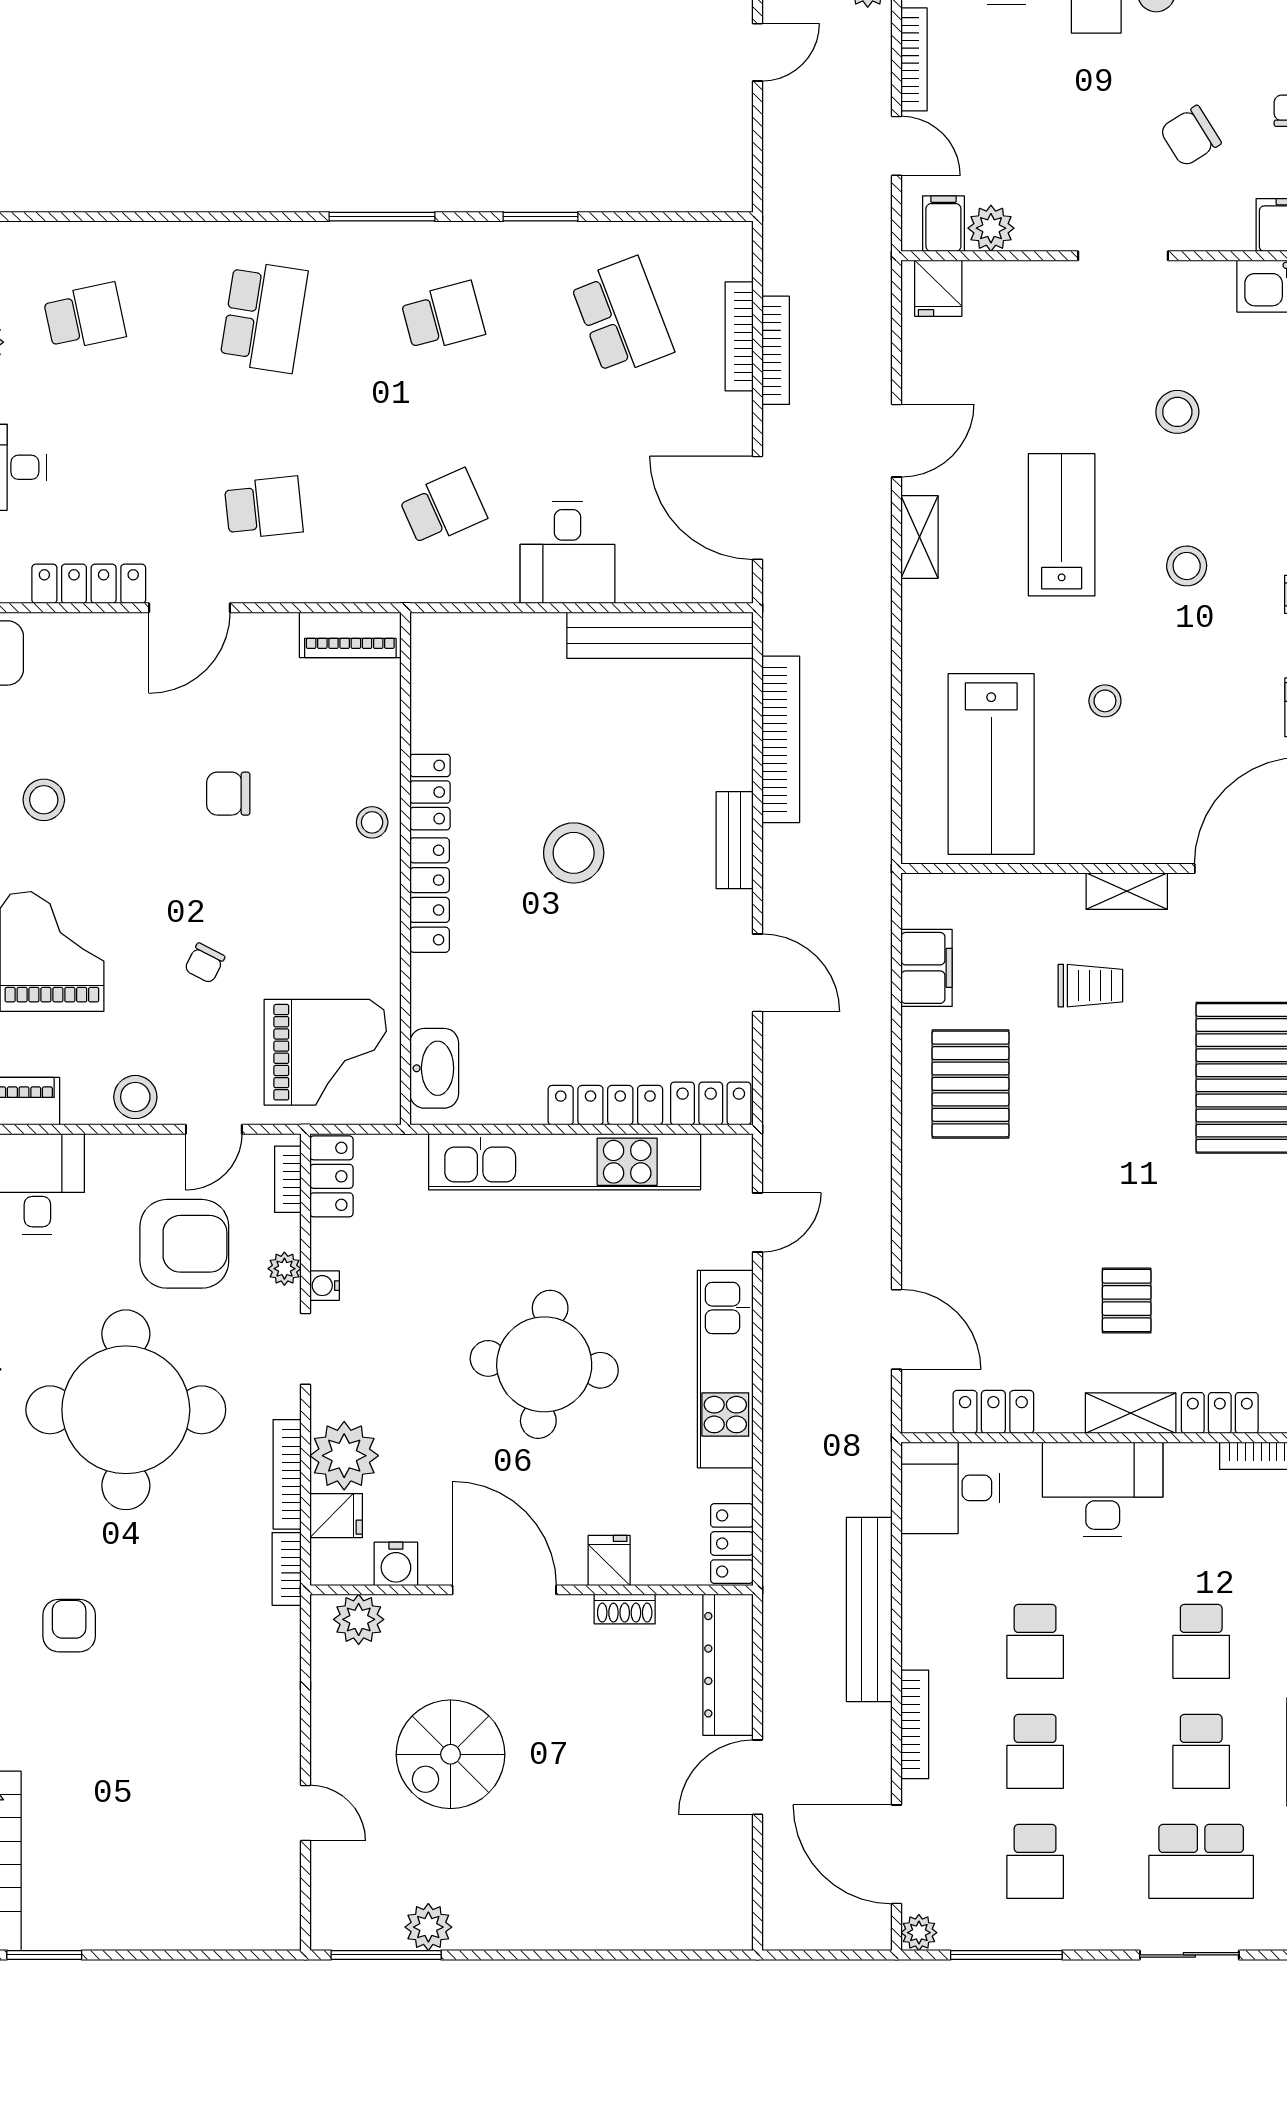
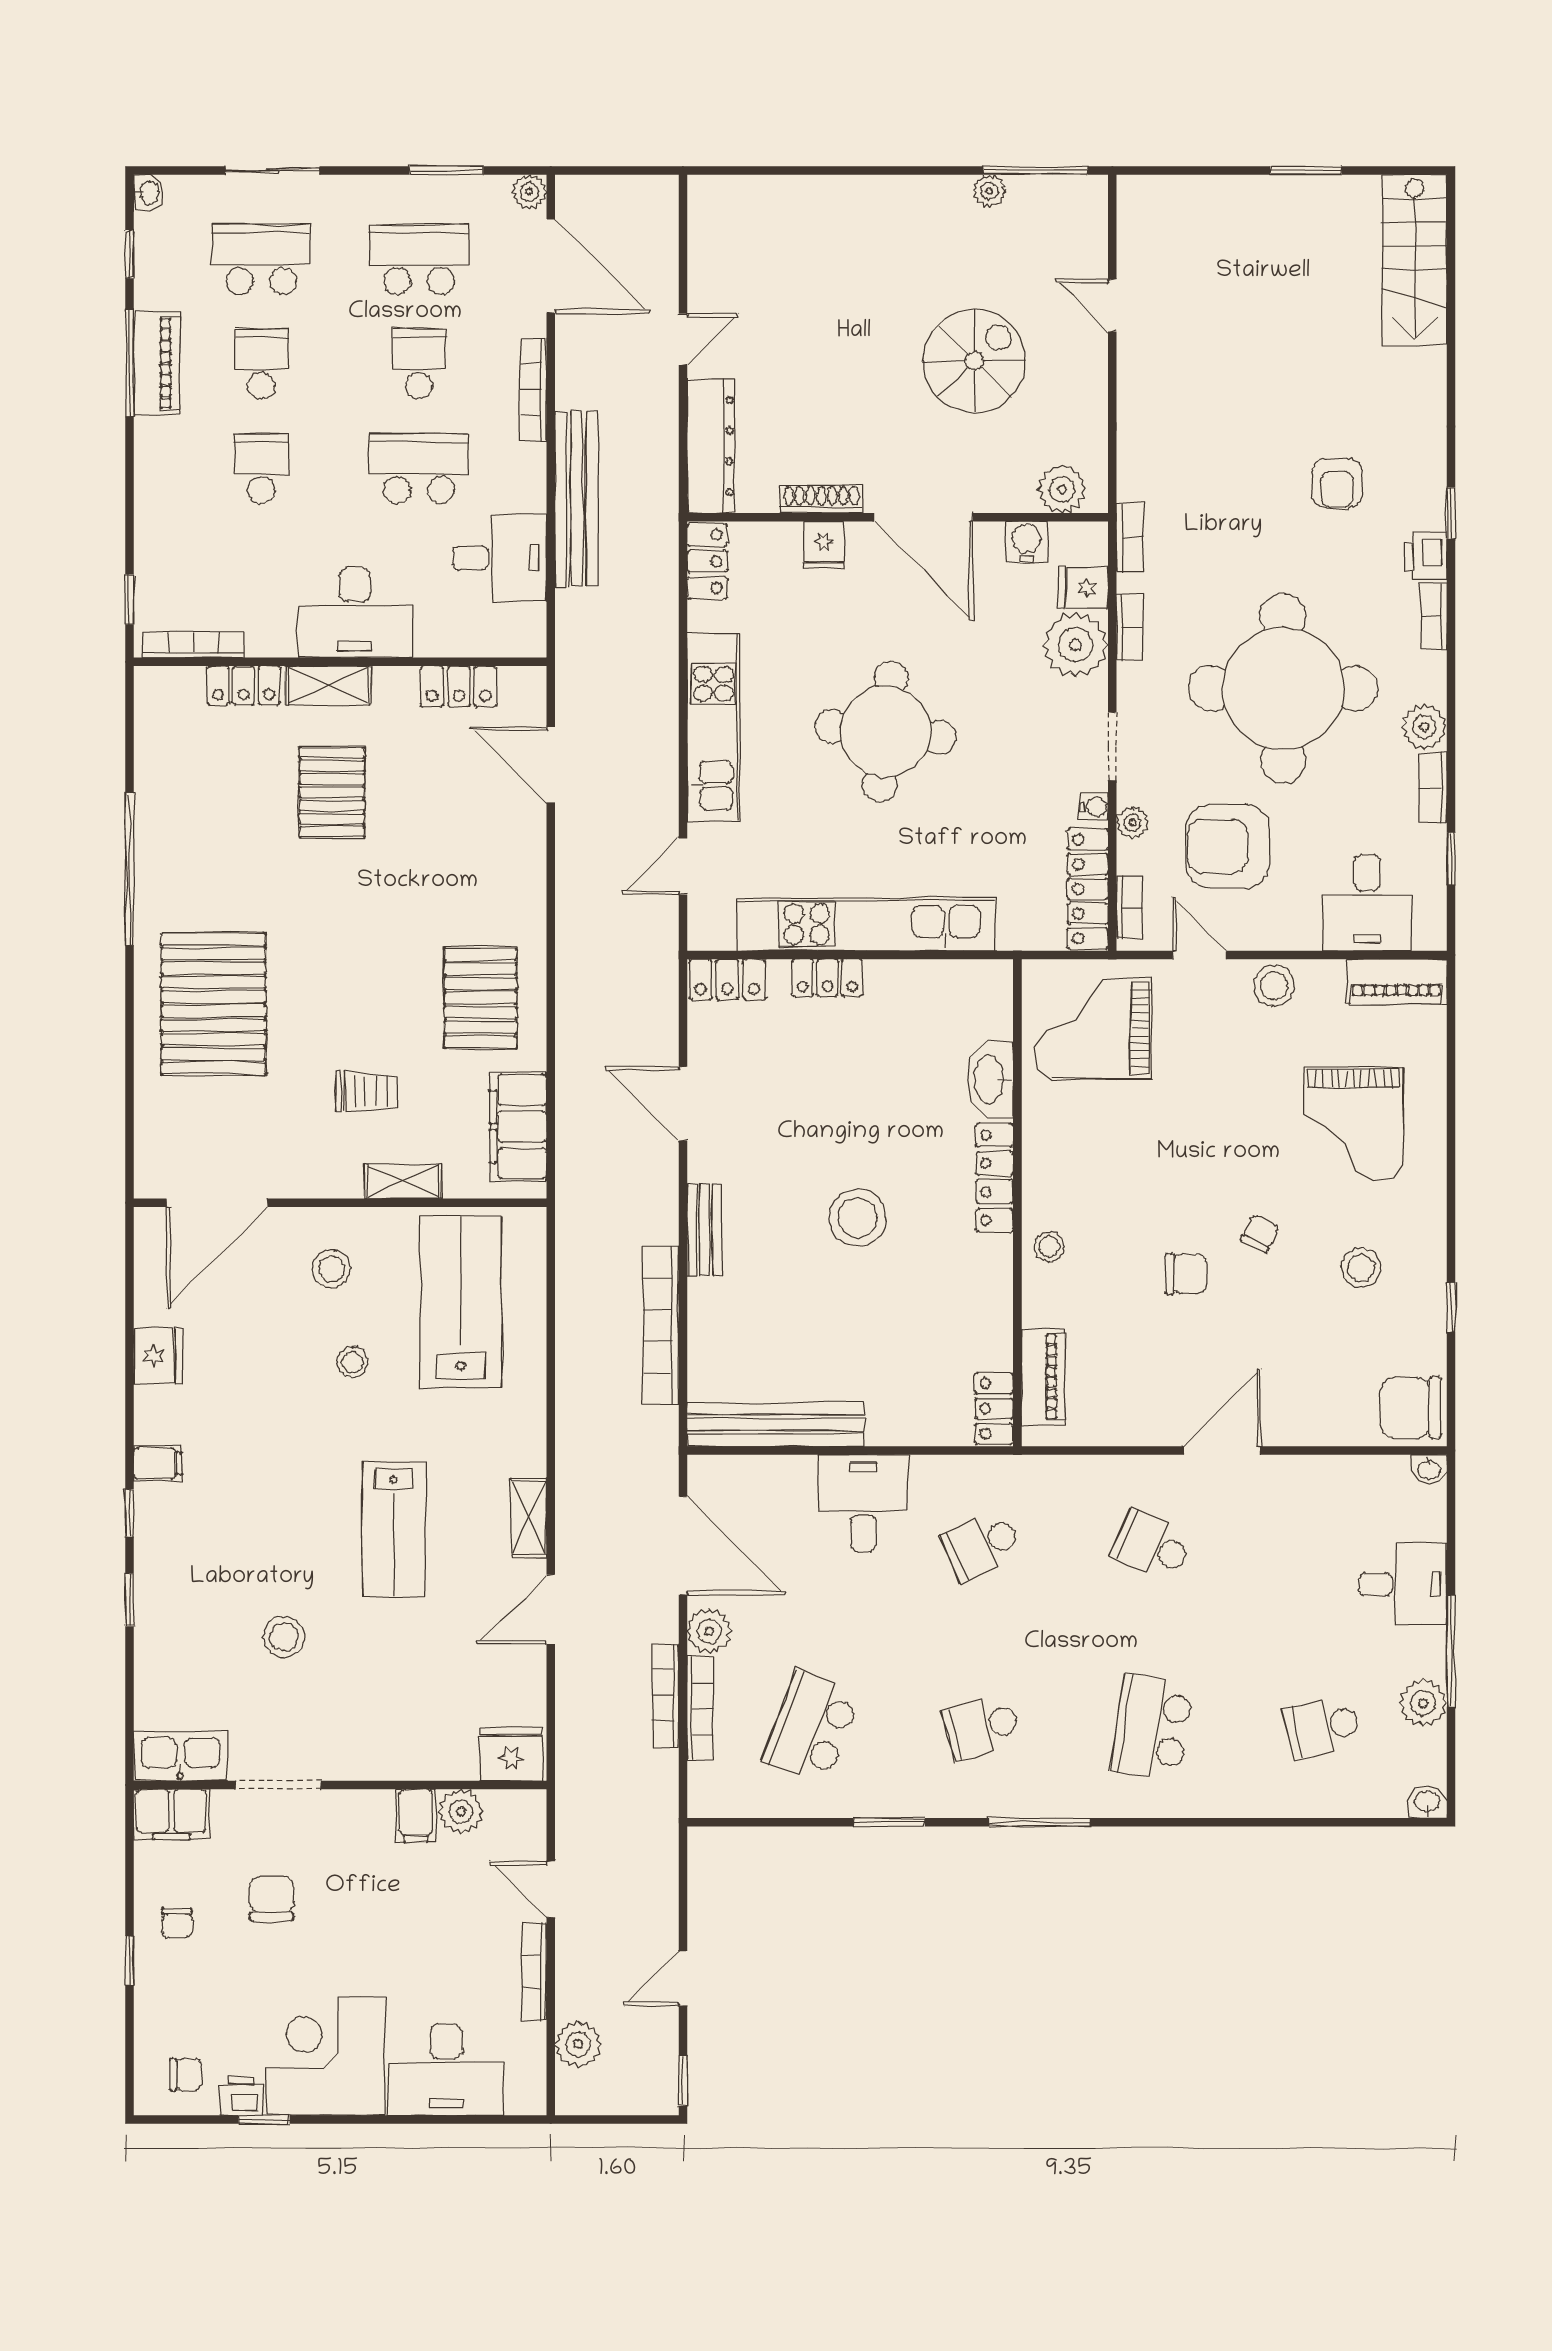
chair: (1190, 136) -> (272, 1899), turned -58
filing cabinet: (943, 224) -> (416, 1816), moved
doorway: (1123, 256) -> (278, 1785), moved
fridge: (938, 288) -> (511, 1754), width x1.38
school desk: (622, 317) -> (812, 1727), turned 42
plant: (730, 418) -> (709, 1631), added
school desk: (264, 508) -> (1152, 1546), turned 30
stool: (1187, 566) -> (332, 1269), moved
locker: (89, 584) -> (1318, 1473), removed
piano: (350, 635) -> (1043, 1377), moved, turned 90
locker: (430, 792) -> (994, 1409), moved
shelving: (1127, 891) -> (403, 1181), moved
chair: (205, 963) -> (1260, 1234), moved
filing cabinet: (927, 968) -> (518, 1127), width x1.50, depth x1.17
trolley: (1090, 986) -> (366, 1092), turned 180
washbasin: (434, 1068) -> (990, 1080), moved
locker: (605, 1105) -> (827, 978), width x0.66
door: (214, 1129) -> (1199, 955), hinge flipped
locker: (331, 1176) -> (1088, 889), width x1.53
pallet: (1127, 1301) -> (332, 792), width x1.50, depth x1.42
bookcase: (287, 1474) -> (1130, 627), width x0.64
desk: (950, 1488) -> (500, 558), moved
shoe rack: (625, 1609) -> (821, 499), width x1.43
school desk: (1035, 1641) -> (419, 468), width x1.85
door: (757, 1777) -> (683, 339), width x0.73
school desk: (1035, 1861) -> (419, 259), width x1.85
plant: (428, 1927) -> (990, 191), width x0.73, depth x0.73
window: (44, 1955) -> (1306, 170), moved
window: (1006, 1955) -> (446, 170), width x0.69

